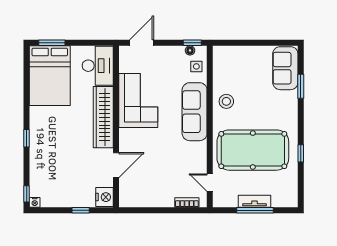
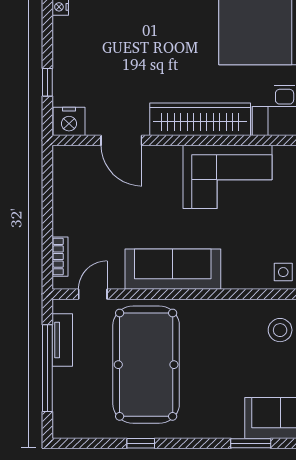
stool: (226, 101) -> (280, 330), moved
sofa: (195, 112) -> (173, 269), moved
tv unit: (255, 201) -> (62, 340), moved
window: (255, 210) -> (47, 368), width x1.46

